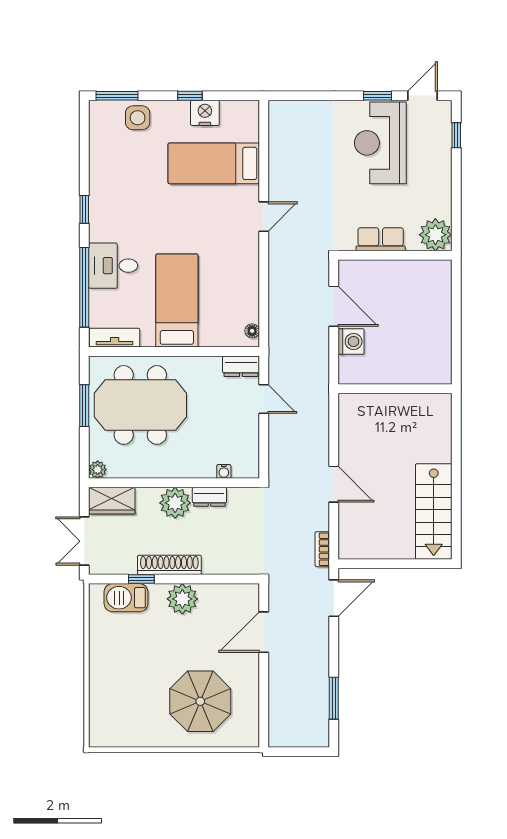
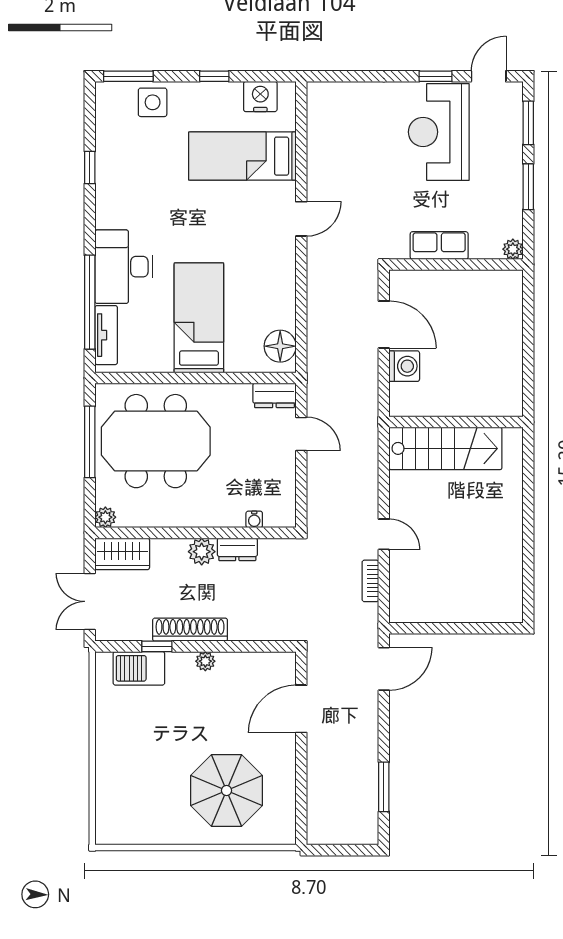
nightstand: (205, 113) -> (260, 96), moved
window: (456, 135) -> (528, 123), width x1.50
window: (456, 189) -> (528, 187), added
window: (84, 209) -> (90, 168), moved
plant: (435, 235) -> (513, 249), width x0.53, depth x0.53
desk: (113, 266) -> (124, 267), width x1.37
floor lamp: (252, 331) -> (280, 346), width x1.89, depth x1.89
tv unit: (115, 338) -> (106, 335), moved, turned 90
window: (84, 406) -> (90, 442), width x1.44
door: (334, 484) -> (384, 534), width x0.73
plant: (175, 503) -> (202, 552), width x0.73, depth x0.73
stairs: (434, 511) -> (445, 448), moved, turned -90
bookcase: (322, 549) -> (370, 581), moved
plant: (182, 599) -> (205, 661), width x0.53, depth x0.53

